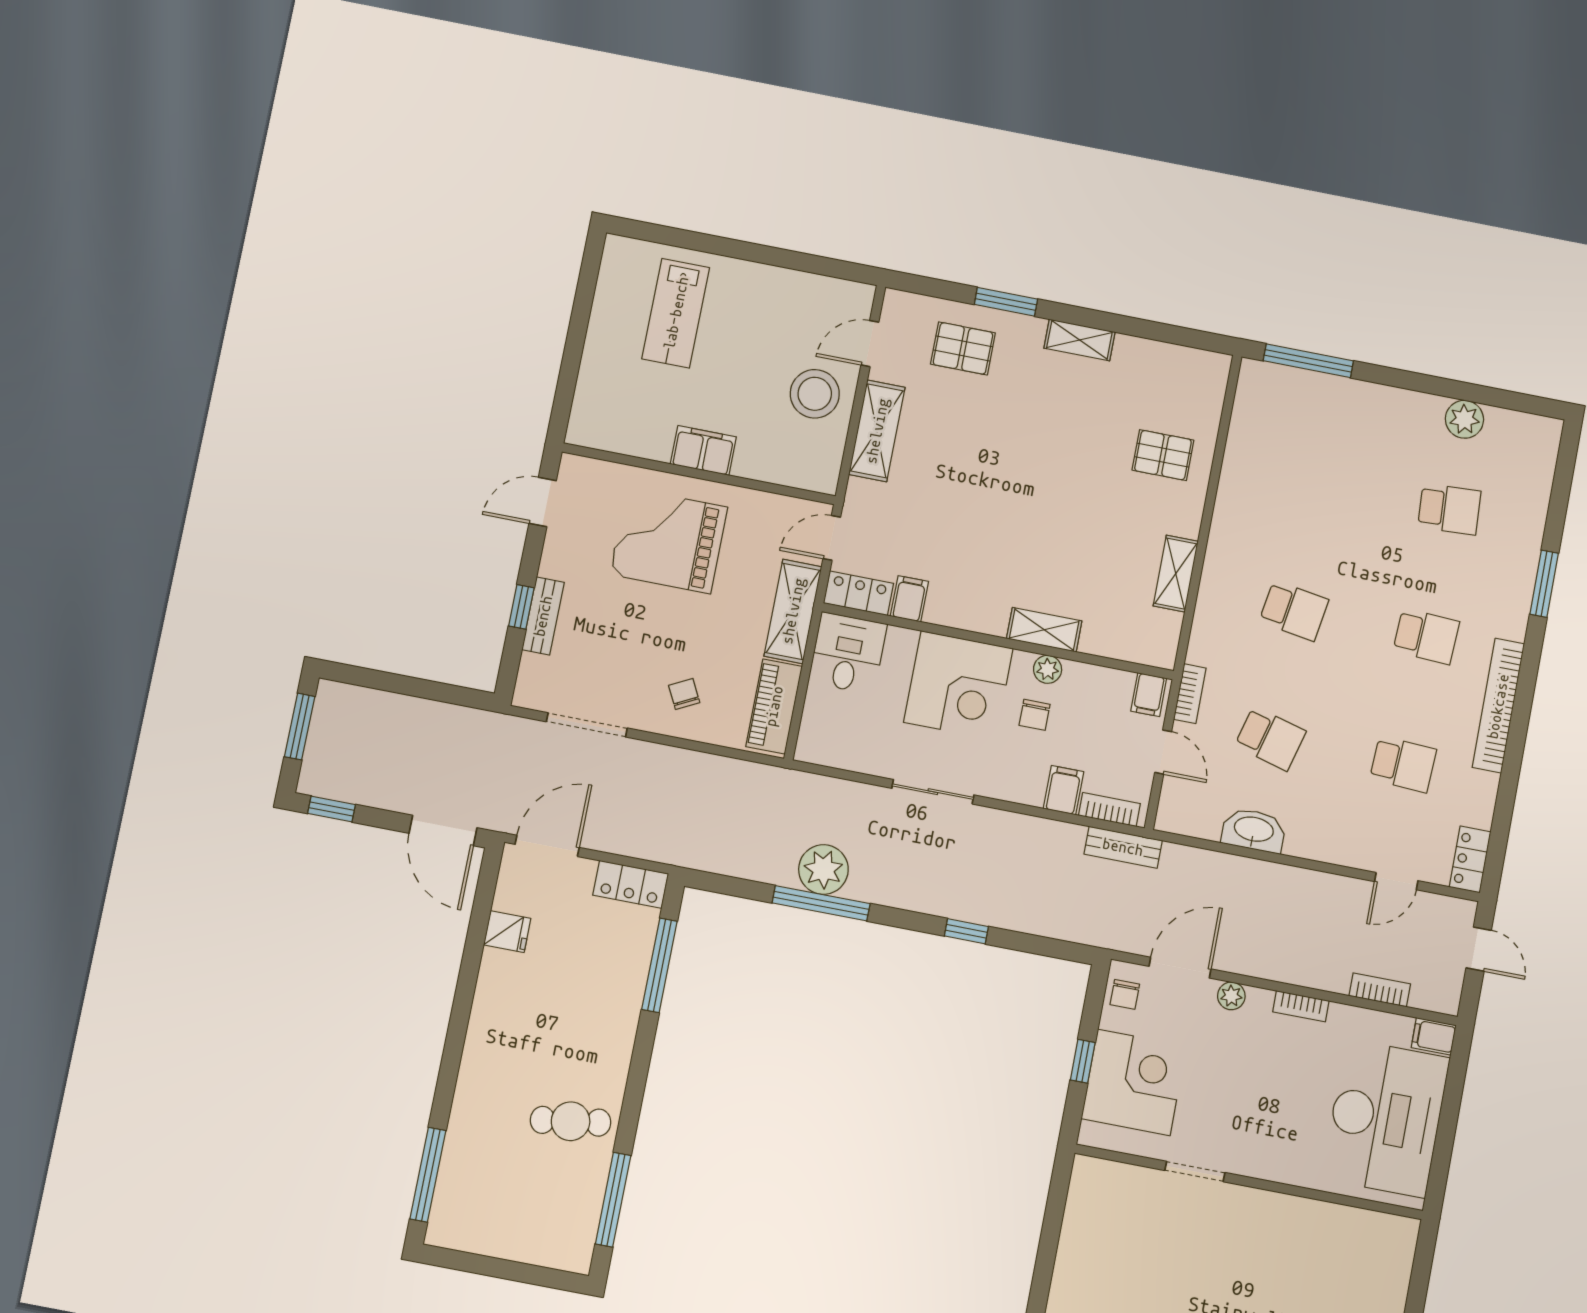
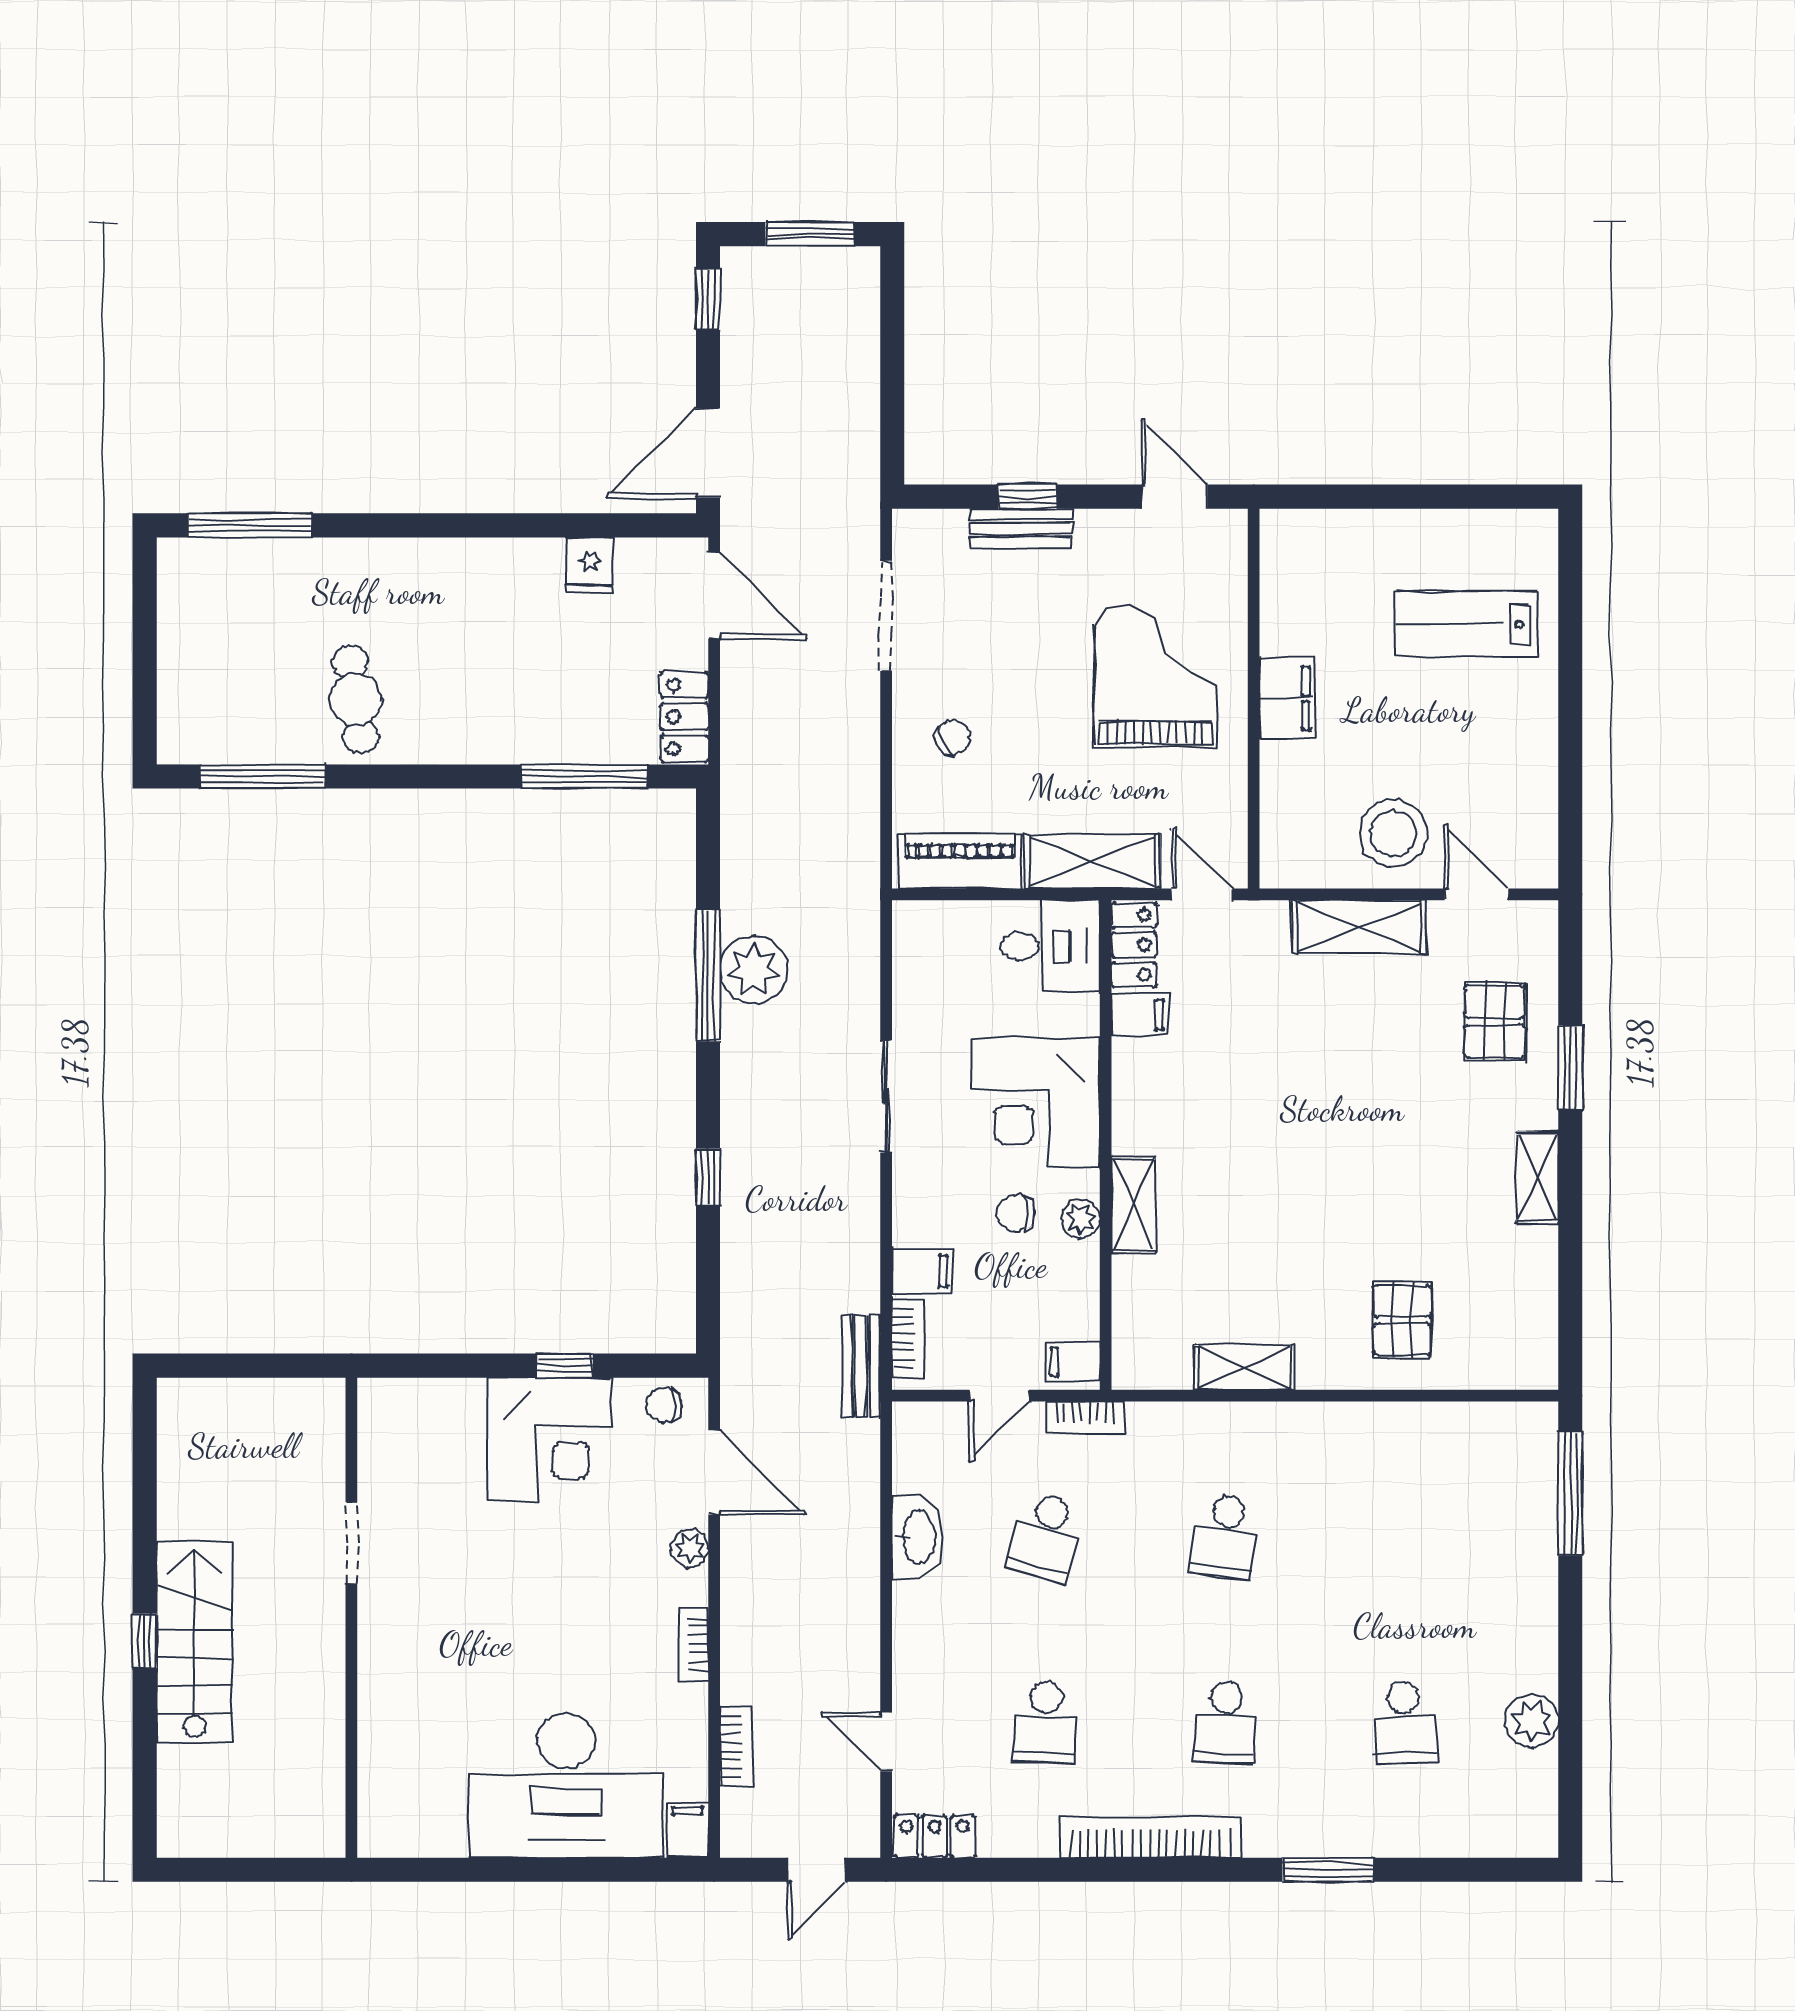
doorway: (1195, 1172) -> (351, 1543), moved
wall: (1249, 1182) -> (351, 1618), moved

